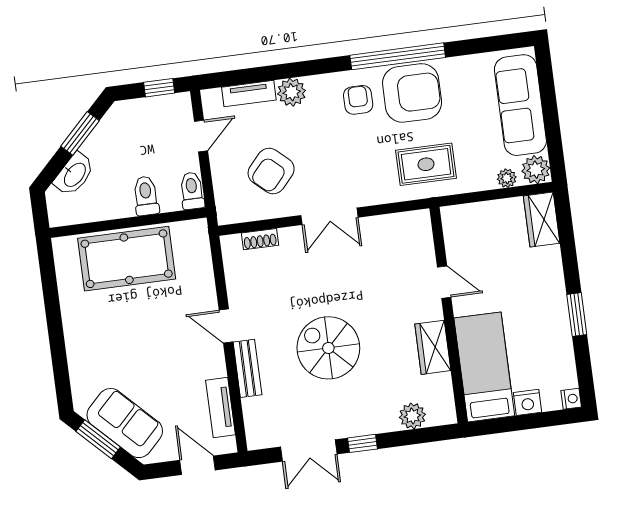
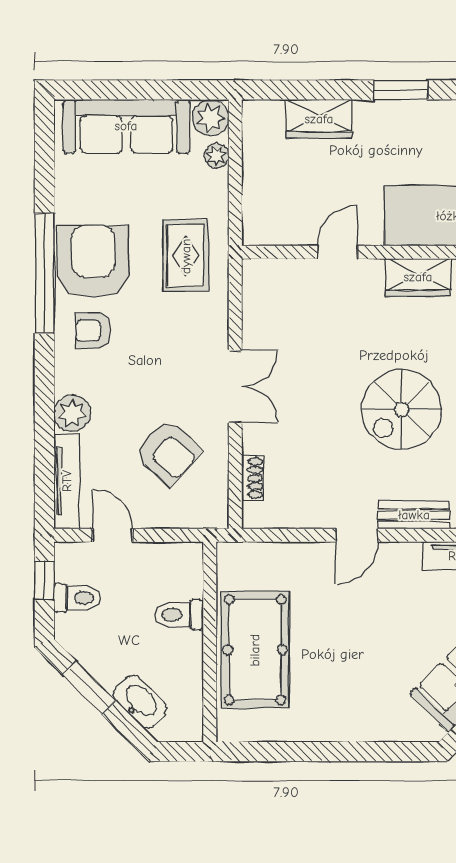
tv unit: (249, 94) -> (67, 481), width x1.41
toilet: (192, 191) -> (77, 598), moved, turned 180
wardrobe: (542, 220) -> (319, 119), moved

